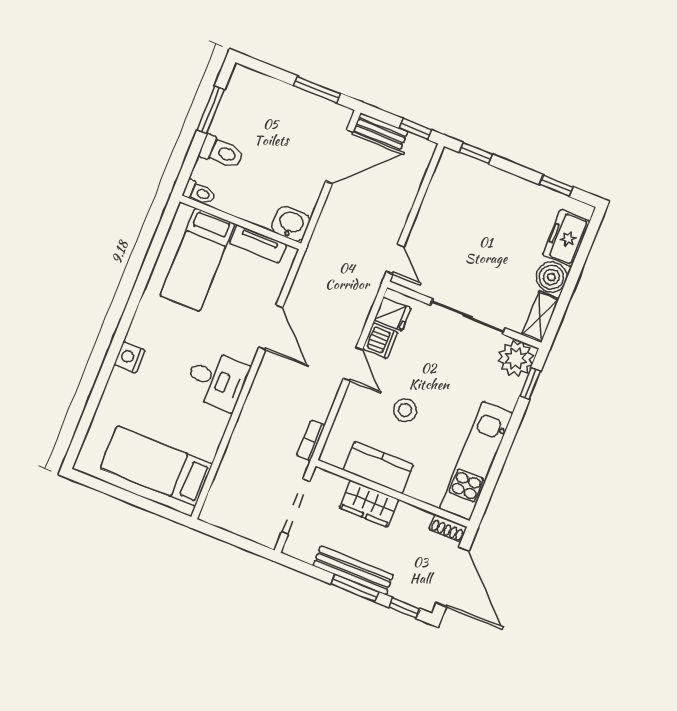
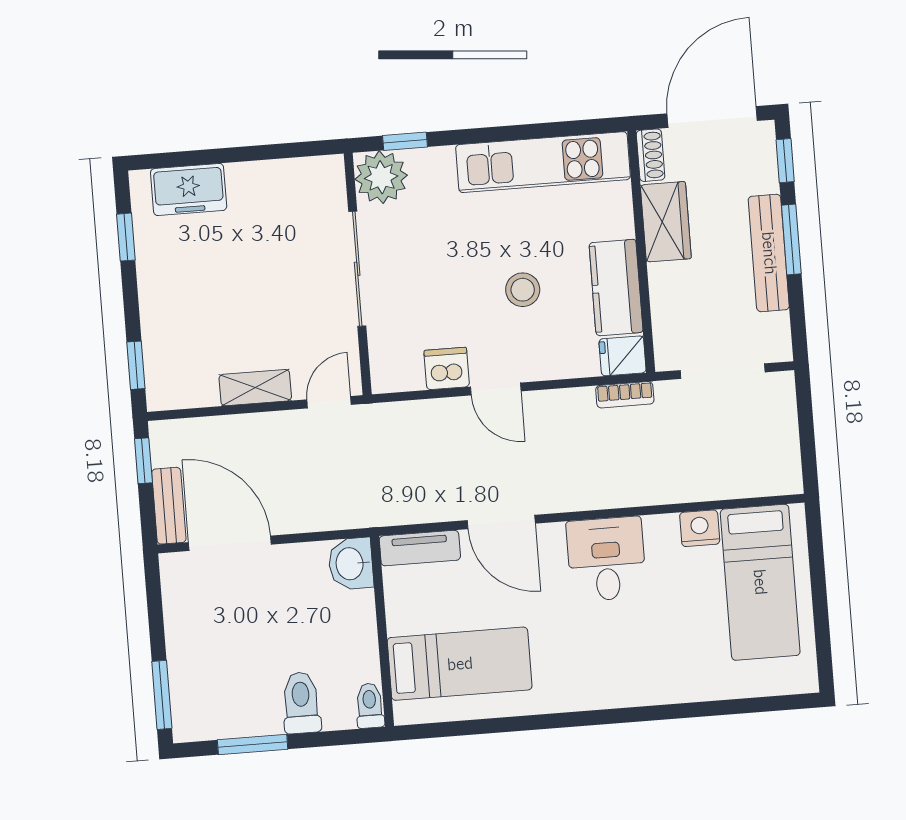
window: (317, 89) -> (162, 695), moved
tv unit: (258, 244) -> (420, 548), moved, turned 90
boiler: (551, 277) -> (250, 183), removed
fridge: (393, 314) -> (623, 356), moved, turned -90
shelving: (540, 317) -> (255, 388), moved
door: (271, 327) -> (501, 522), swing flipped
nightstand: (129, 357) -> (700, 528), moved, turned 180
door: (353, 364) -> (496, 389), swing flipped
wardrobe: (369, 504) -> (666, 222), moved

